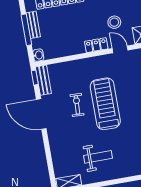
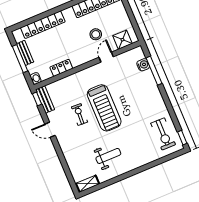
locker: (96, 45) -> (61, 68), moved
door: (120, 49) -> (106, 57), hinge flipped
treadmill: (105, 104) -> (104, 108), turned 180
door: (41, 114) -> (50, 130), width x0.53

